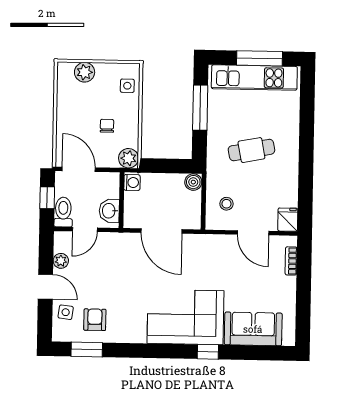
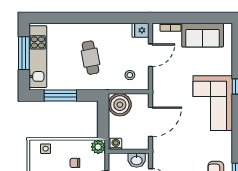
boiler: (193, 182) -> (120, 105), width x1.86, depth x1.86
sofa: (253, 329) -> (203, 35), moved, turned -90

